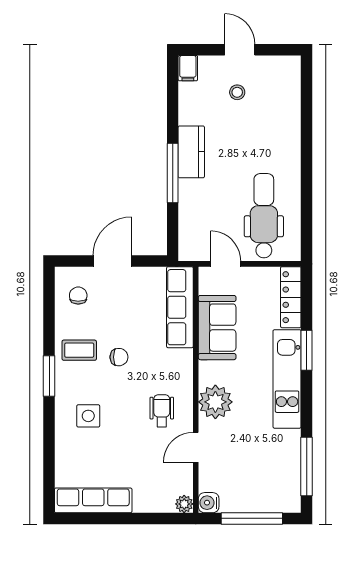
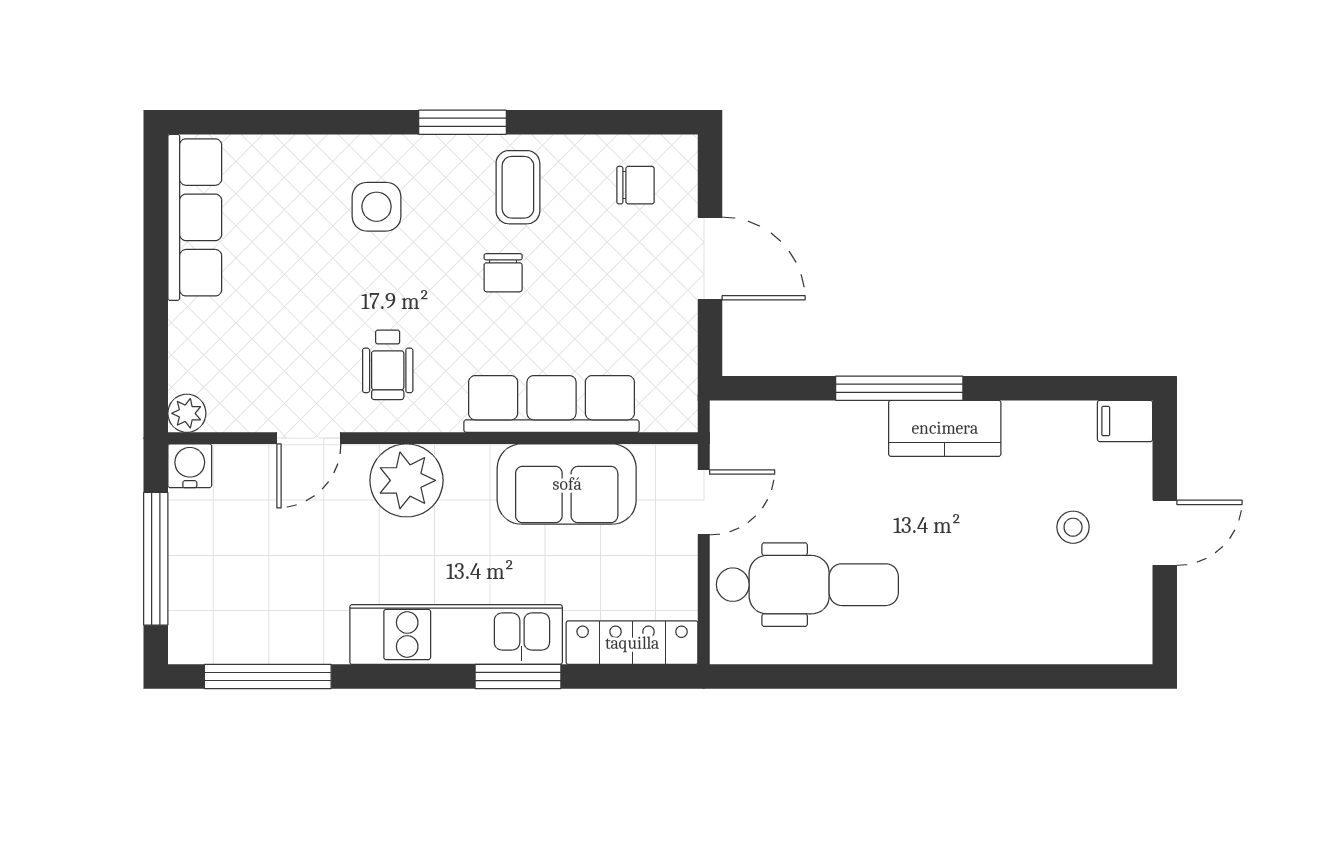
row of seats: (180, 307) -> (552, 404), moved
wheelchair: (162, 411) -> (388, 365), turned 90
door: (196, 447) -> (309, 438), swing flipped

